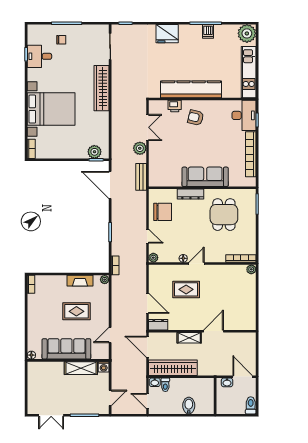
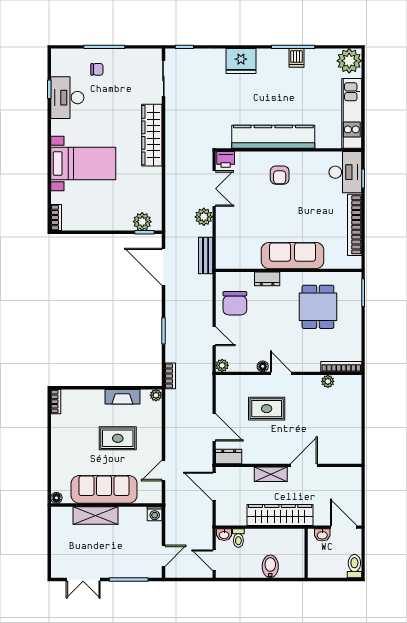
desk: (39, 56) -> (67, 98), width x1.37
printer: (175, 106) -> (226, 159), moved
bed with nightstands: (51, 109) -> (83, 163), width x0.73
armchair: (196, 118) -> (280, 175), turned -104
dresser: (190, 194) -> (267, 279), width x0.70
chair: (163, 212) -> (235, 303), turned 90
door: (196, 264) -> (281, 373), hinge flipped
plant: (251, 269) -> (328, 381), moved
shelving: (81, 368) -> (95, 516), moved
wardrobe: (173, 368) -> (280, 515), moved

